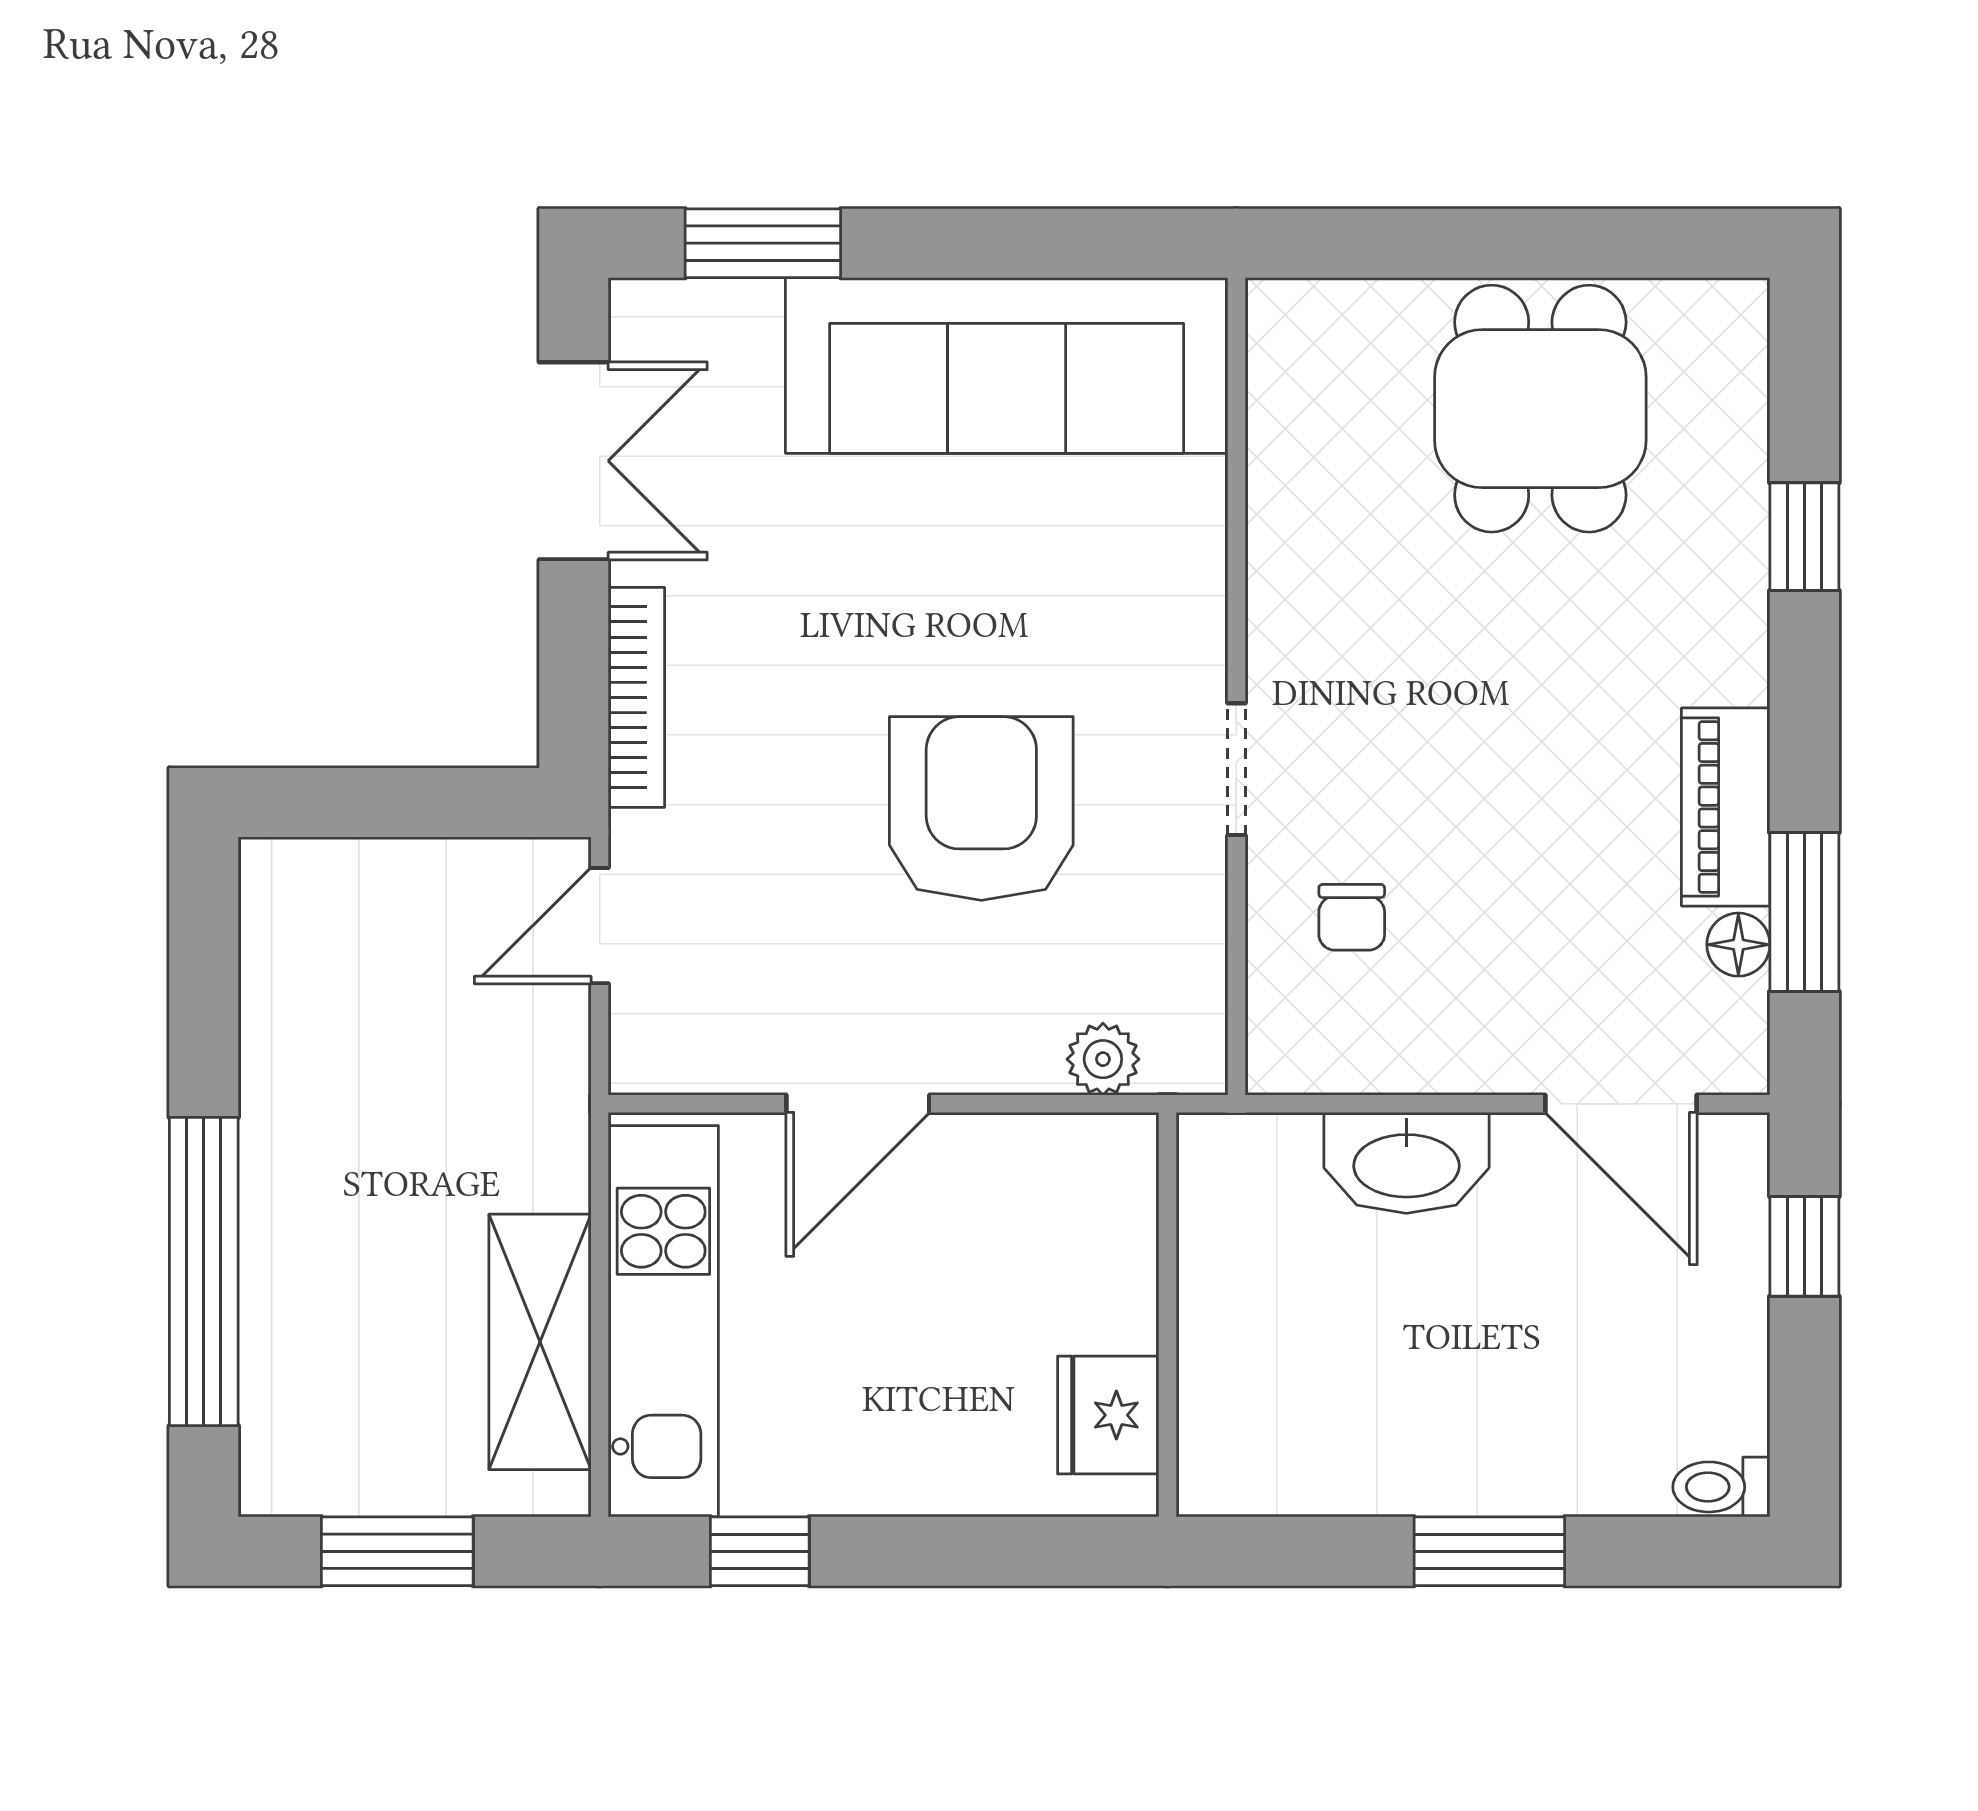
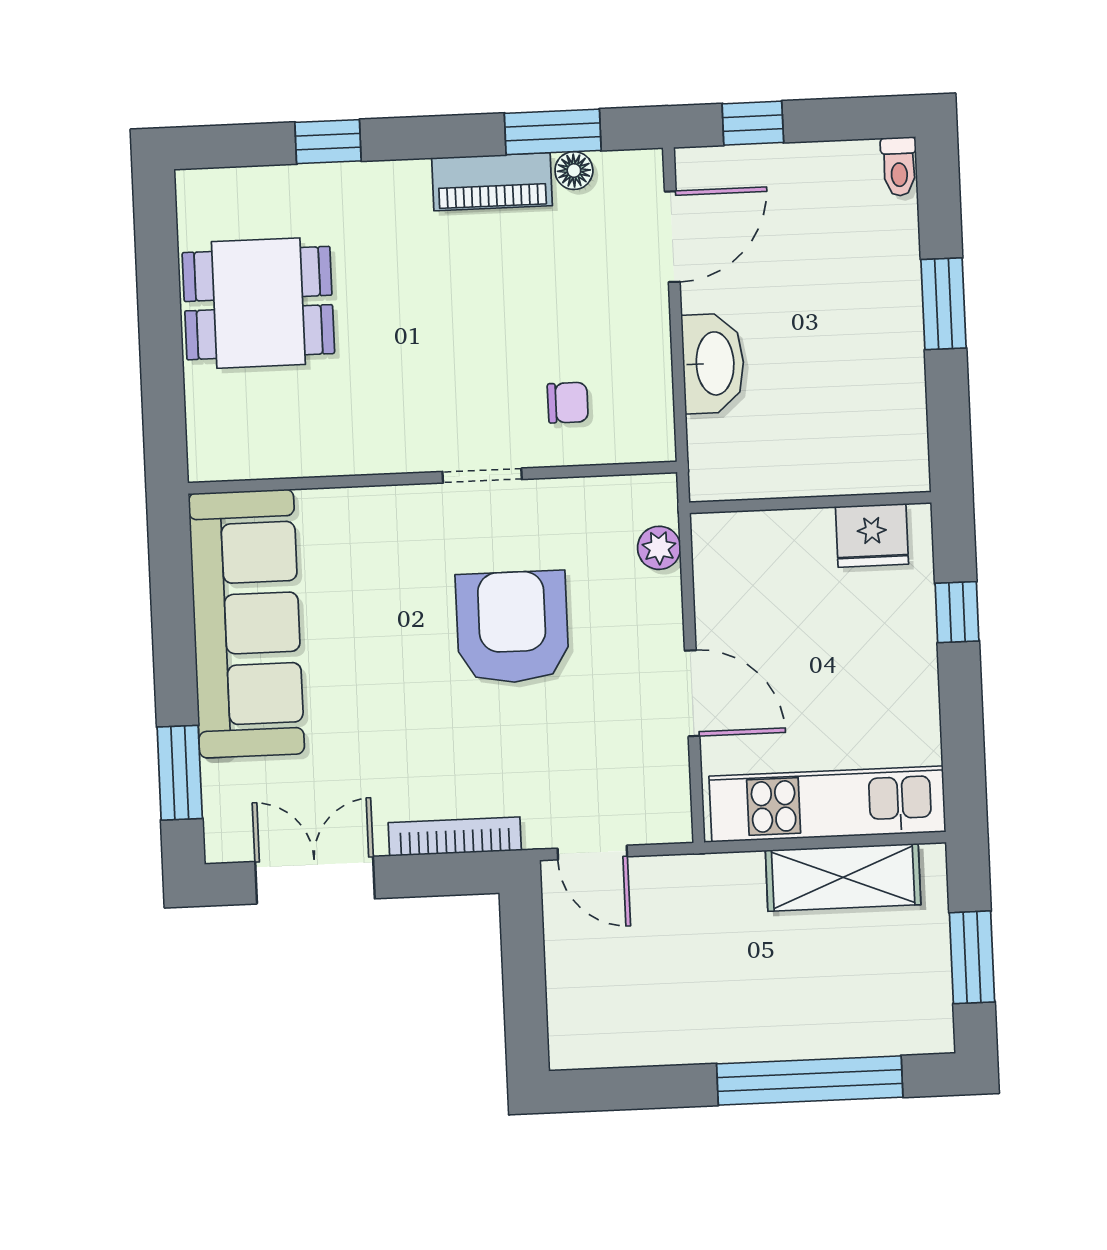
armchair: (981, 808) -> (512, 627), turned 90
window: (760, 1551) -> (957, 612), moved

